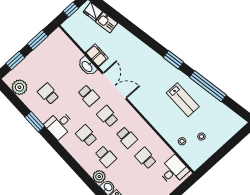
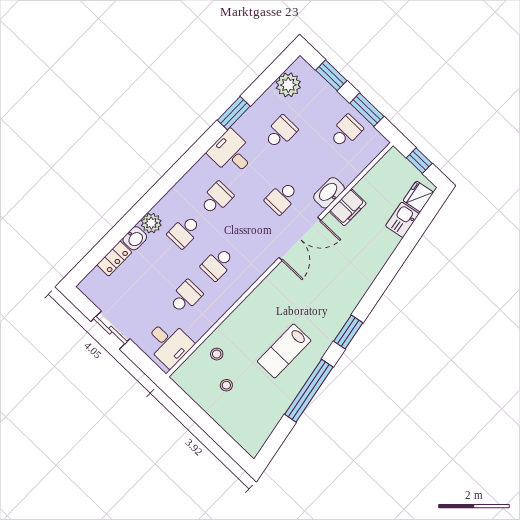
school desk: (108, 116) -> (346, 131), moved

